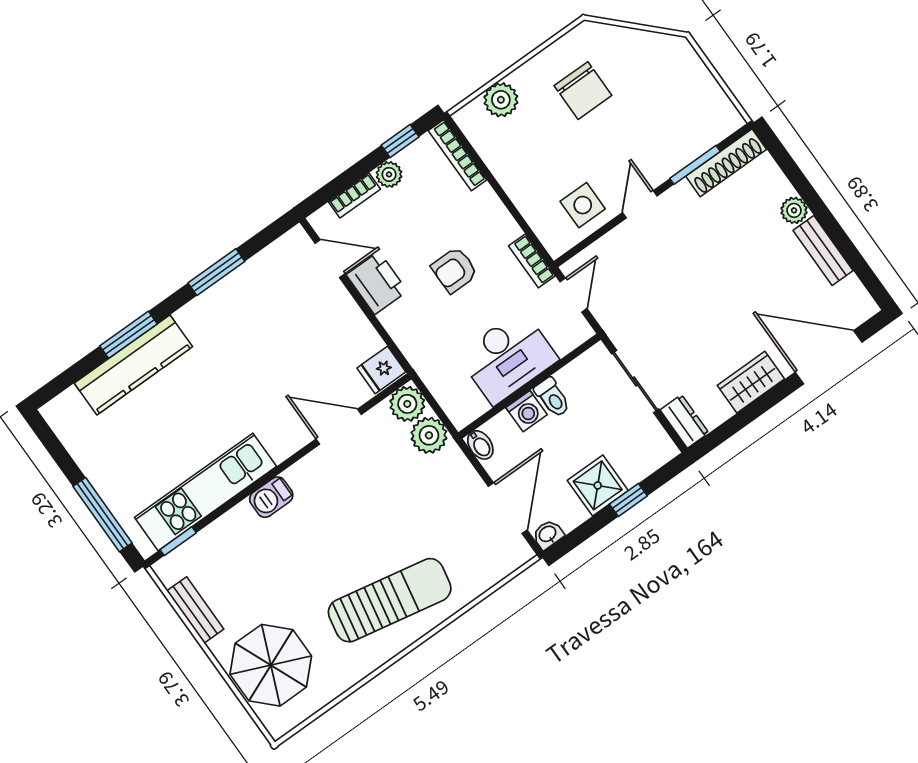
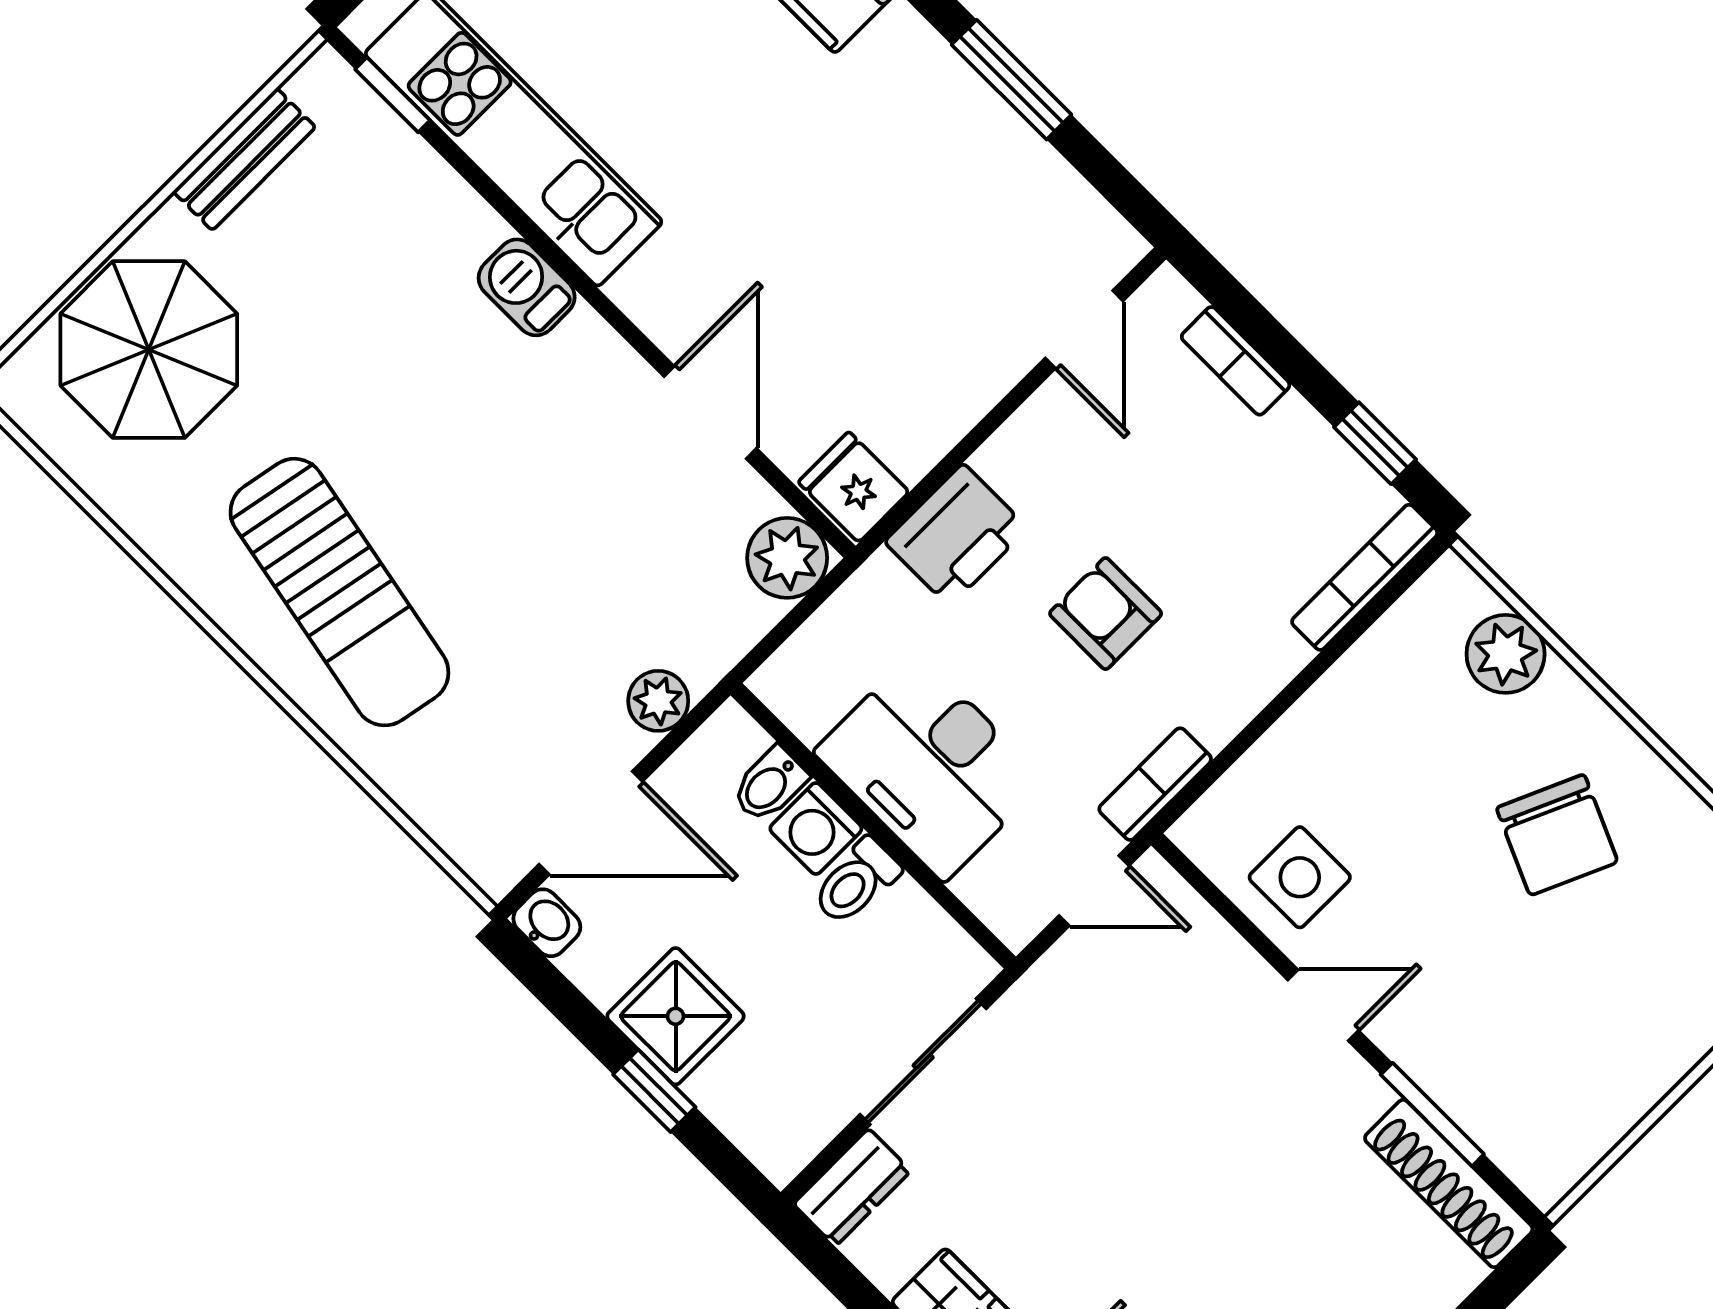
chair: (583, 91) -> (1557, 835), turned -66
plant: (389, 174) -> (1296, 431), removed
printer: (377, 283) -> (956, 535), moved
plant: (429, 435) -> (658, 701), moved, width x0.73, depth x0.73
bidet: (480, 445) -> (769, 785), moved

